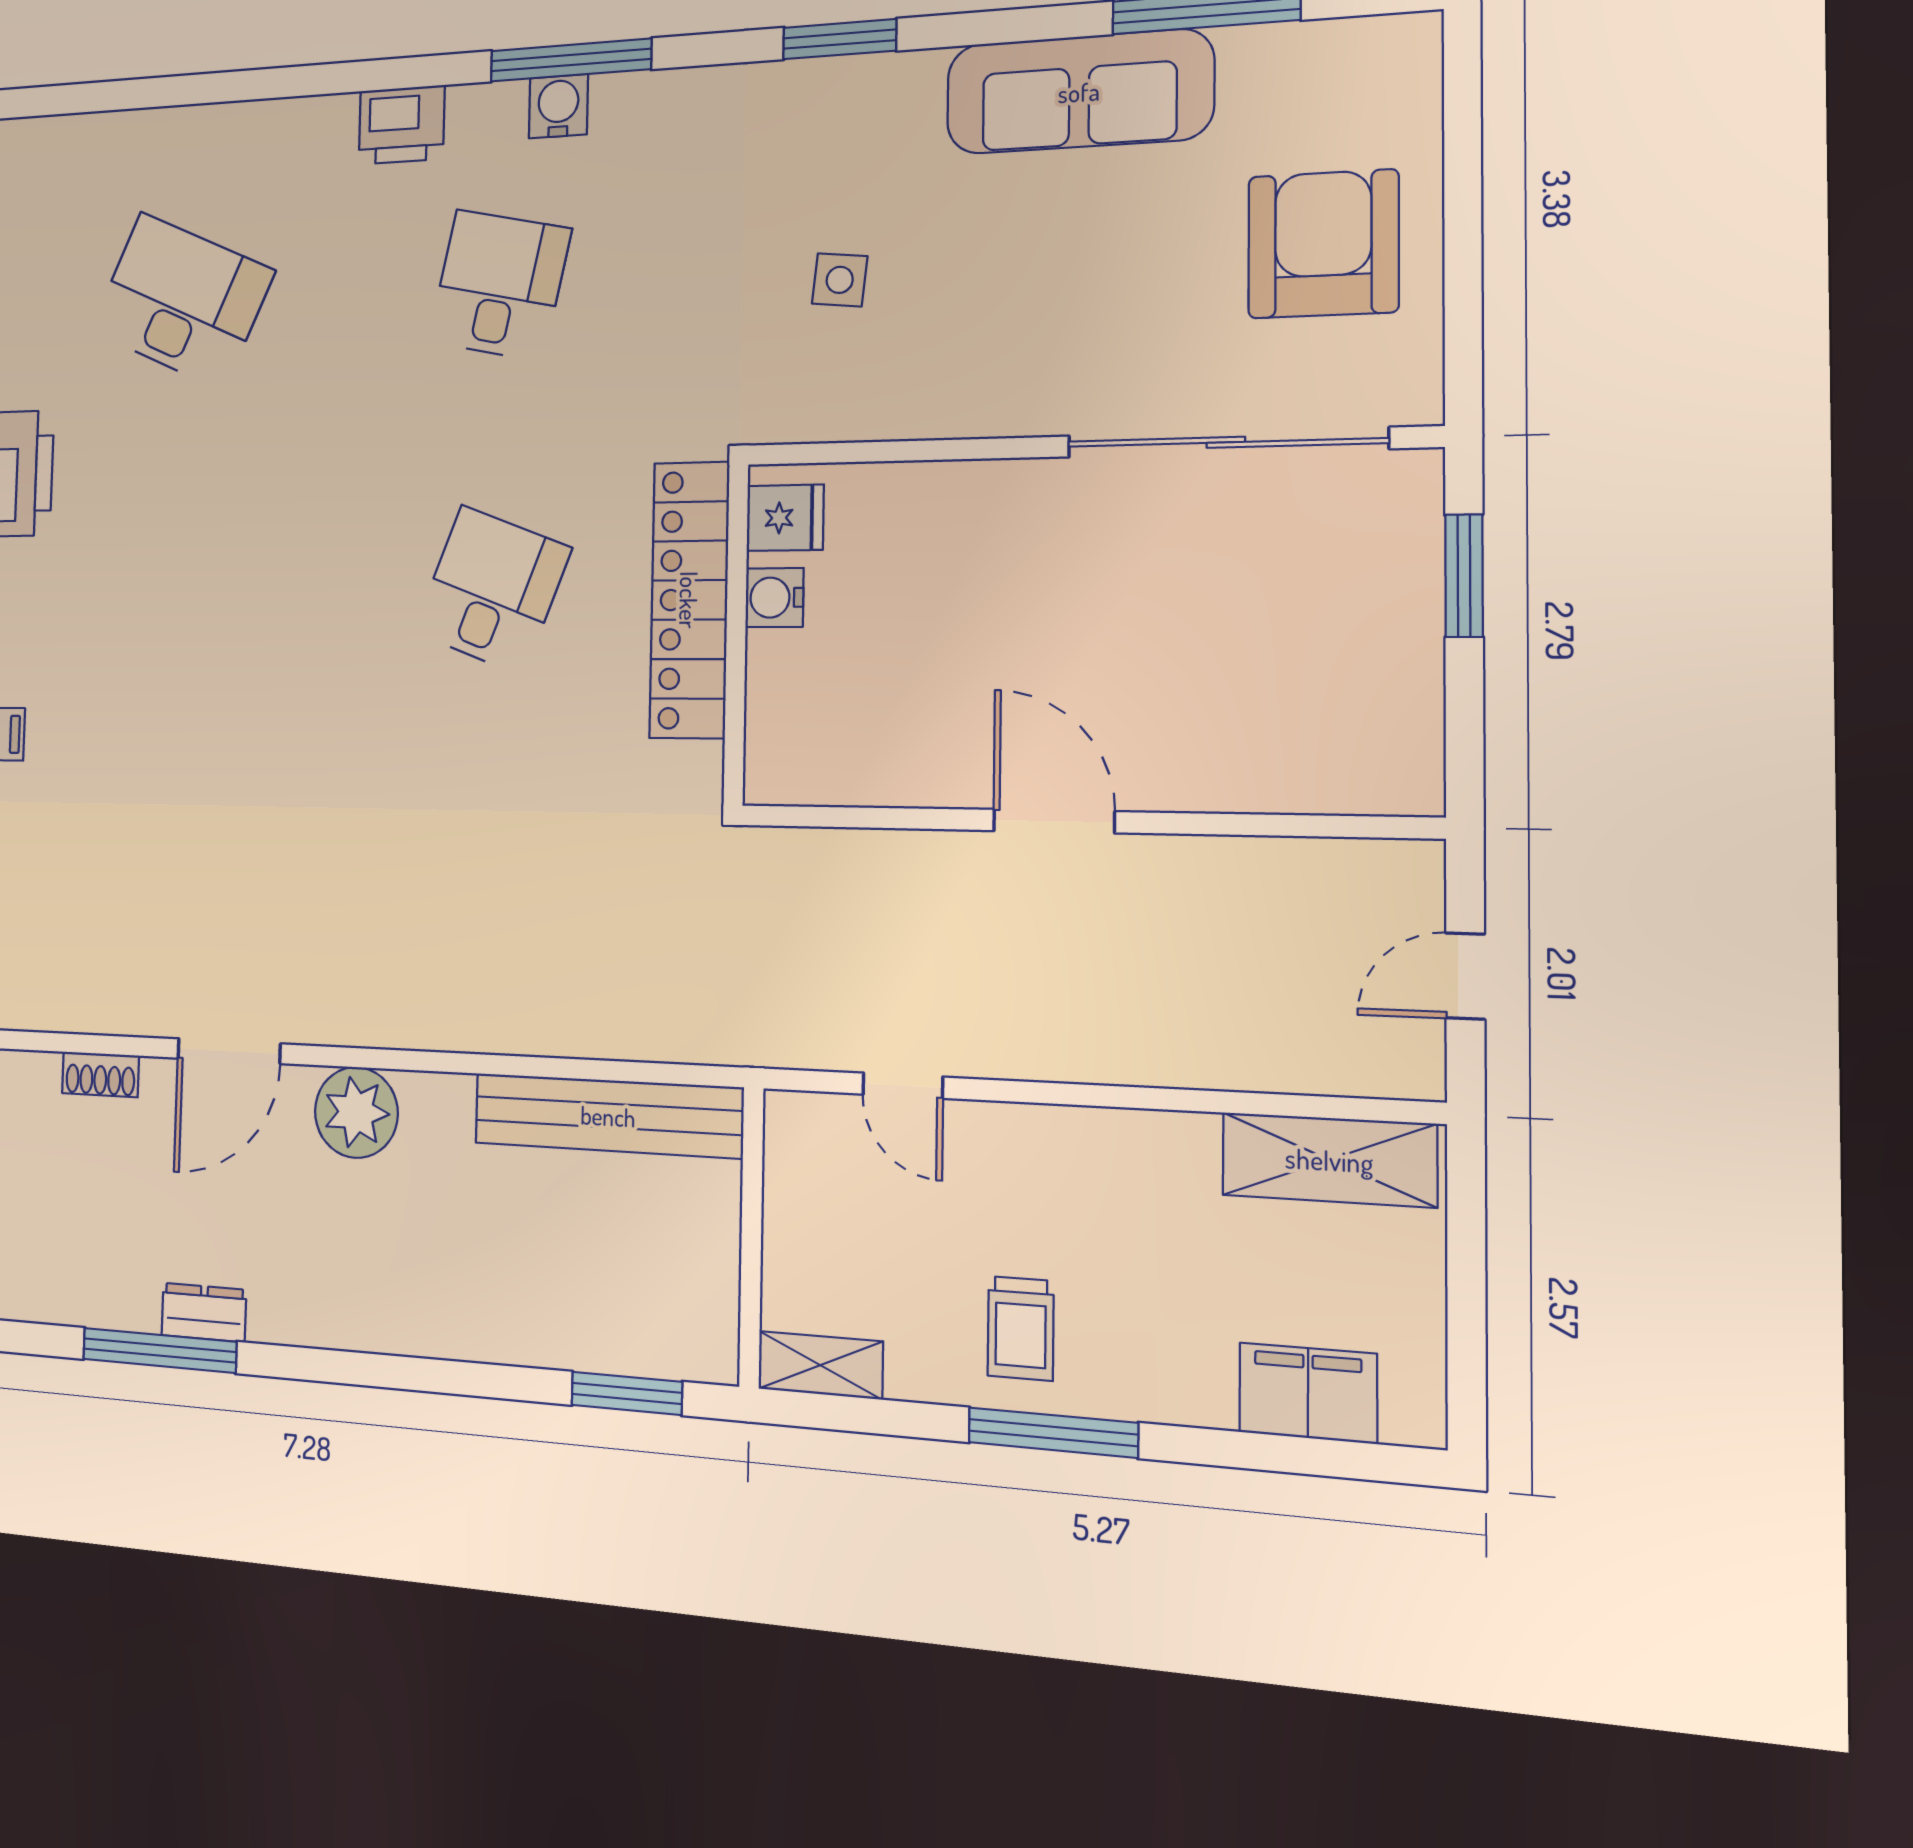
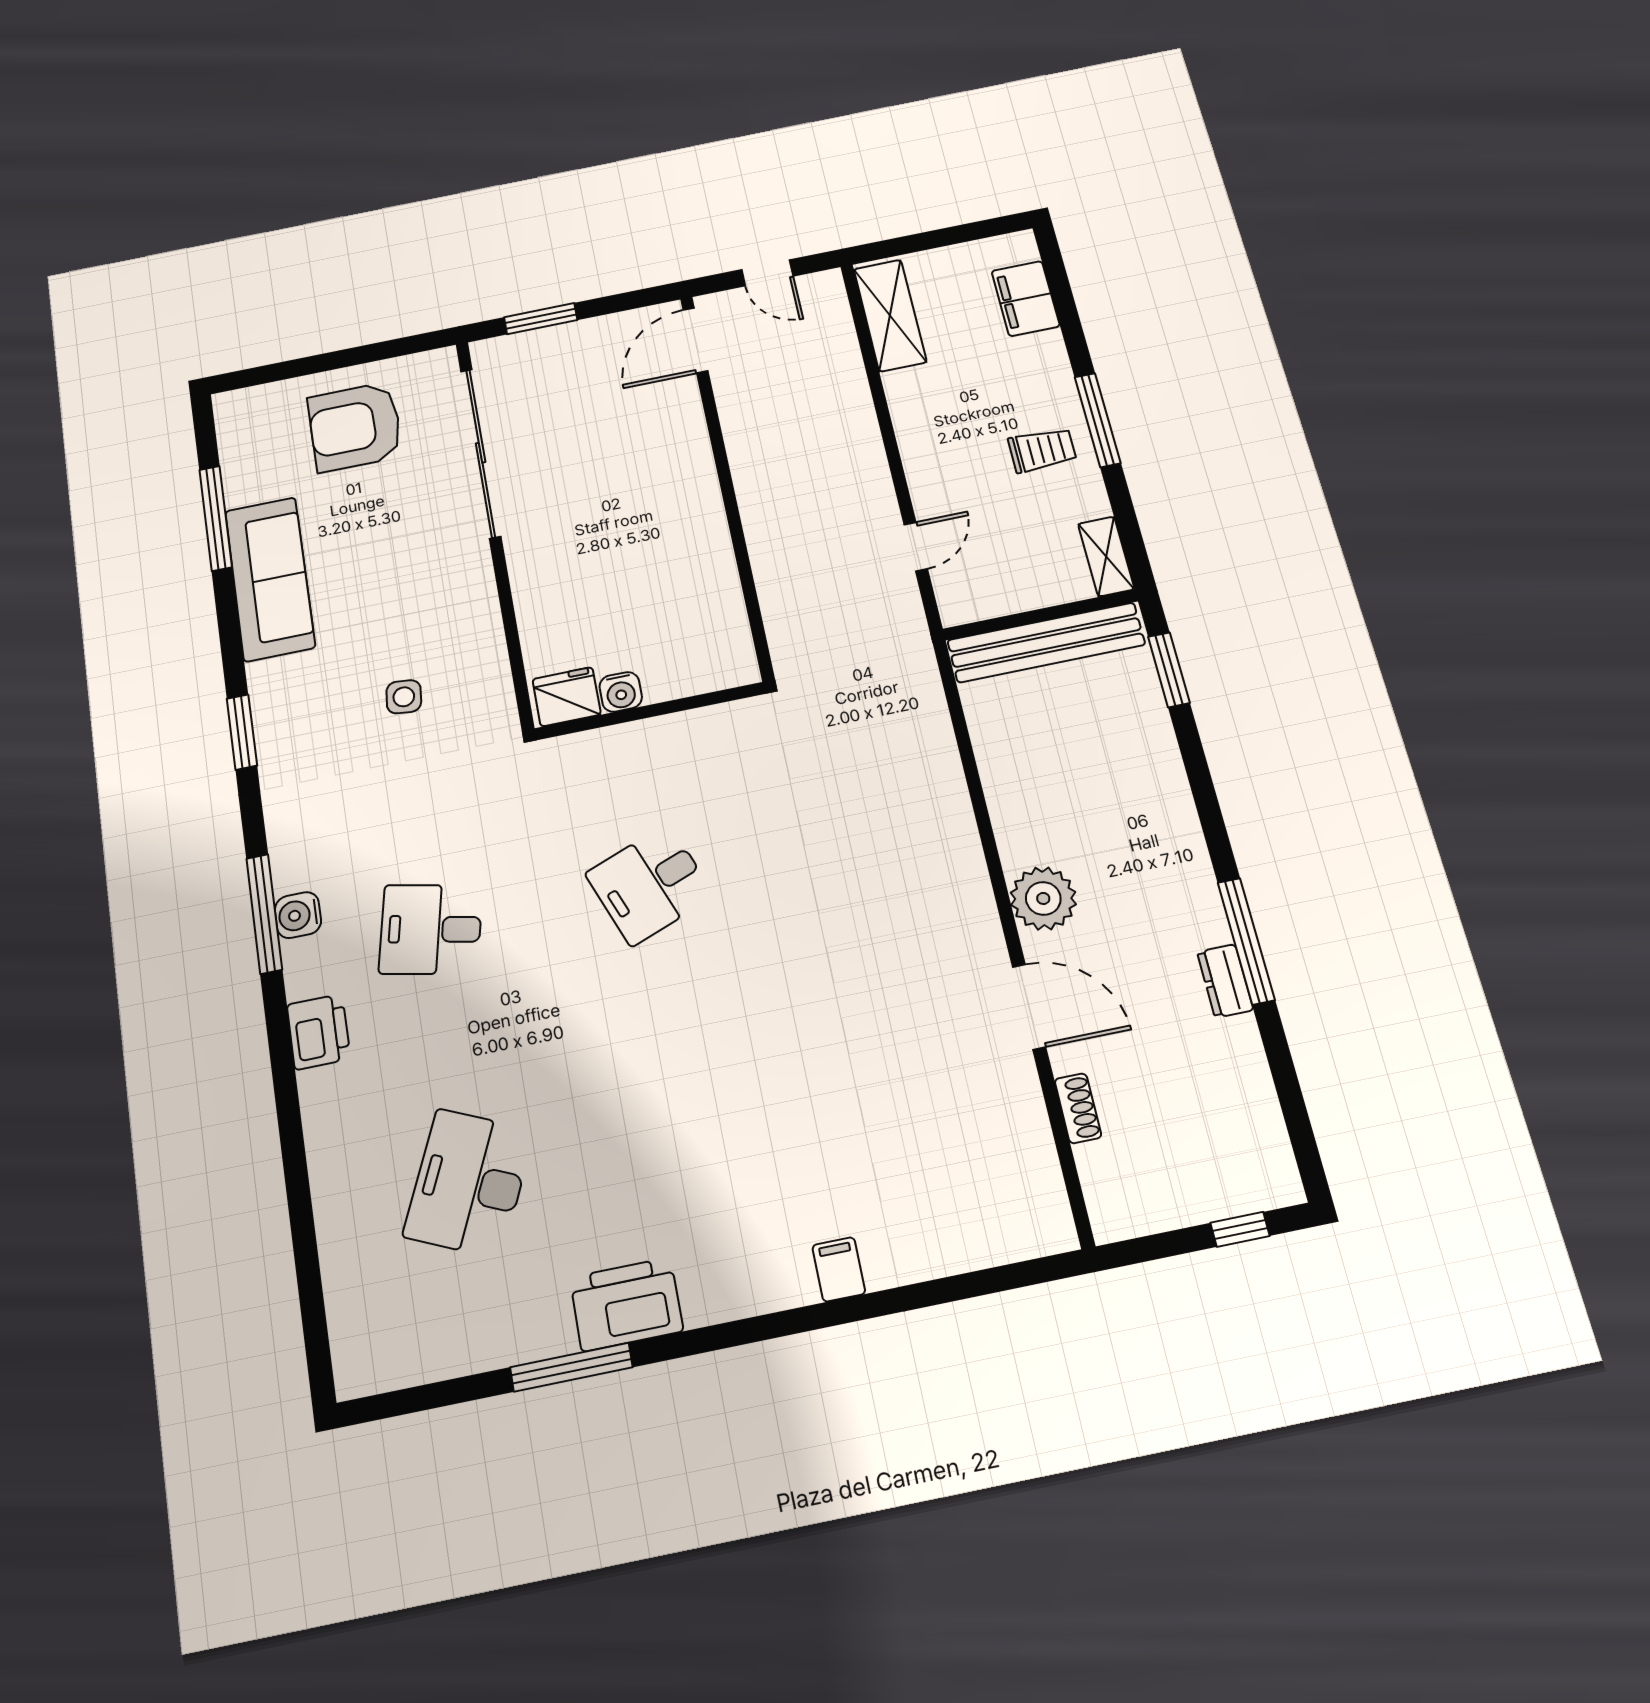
fridge: (785, 518) -> (567, 697), width x1.38
desk: (492, 590) -> (650, 885), turned -42
locker: (689, 600) -> (632, 747), removed
door: (1054, 821) -> (695, 340), moved
bench: (608, 1116) -> (1046, 643), moved, turned 90
window: (159, 1350) -> (1246, 941), moved

